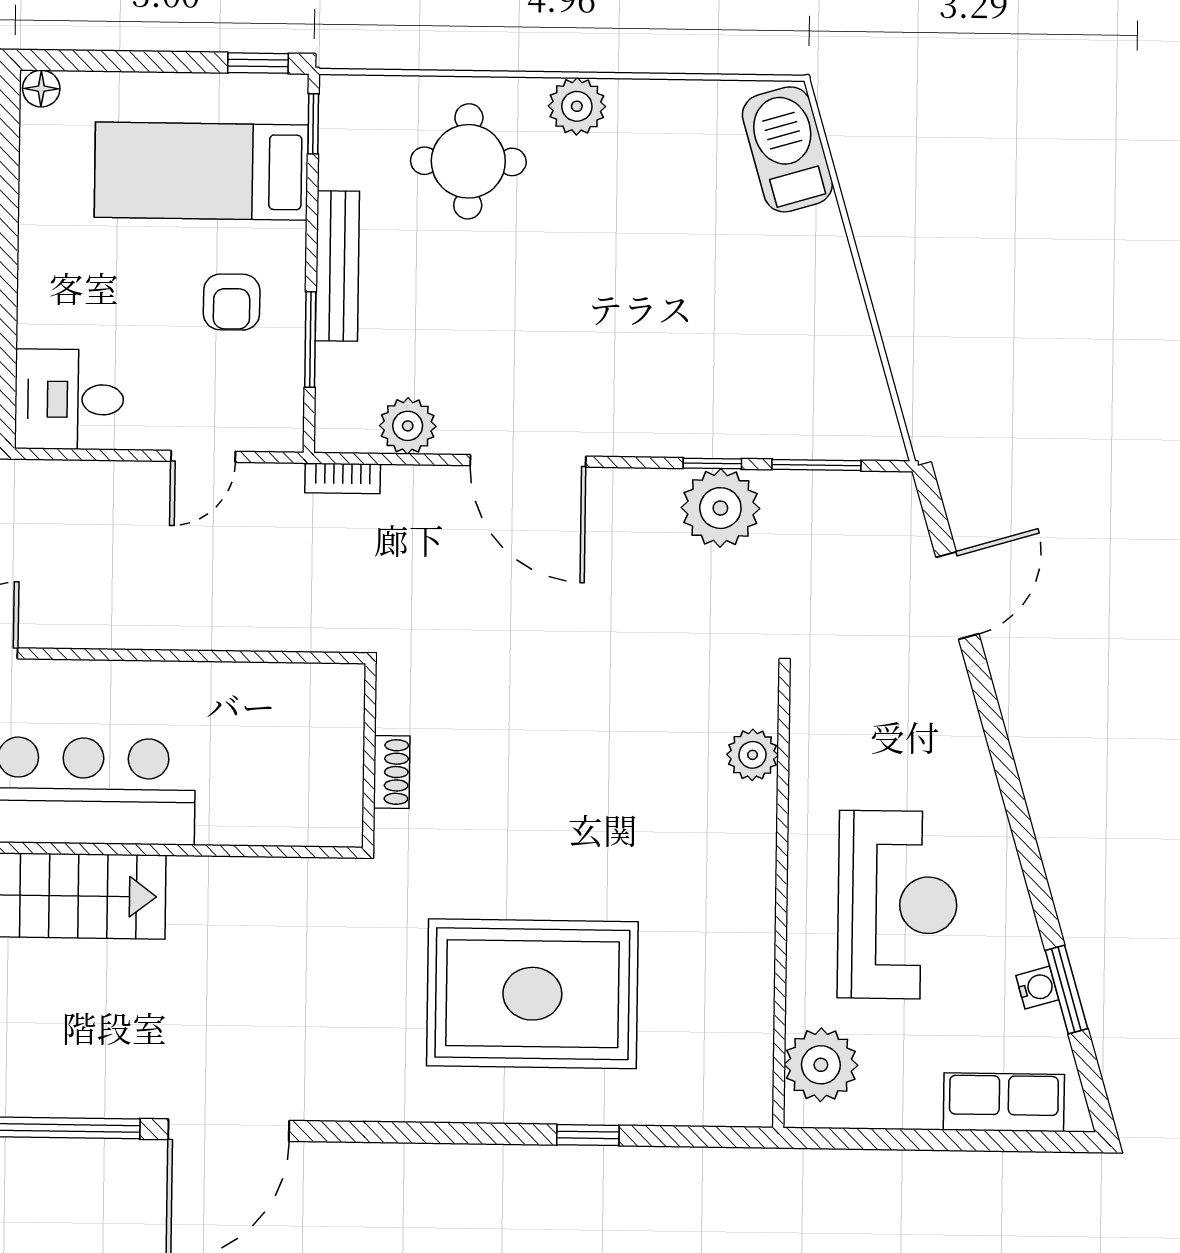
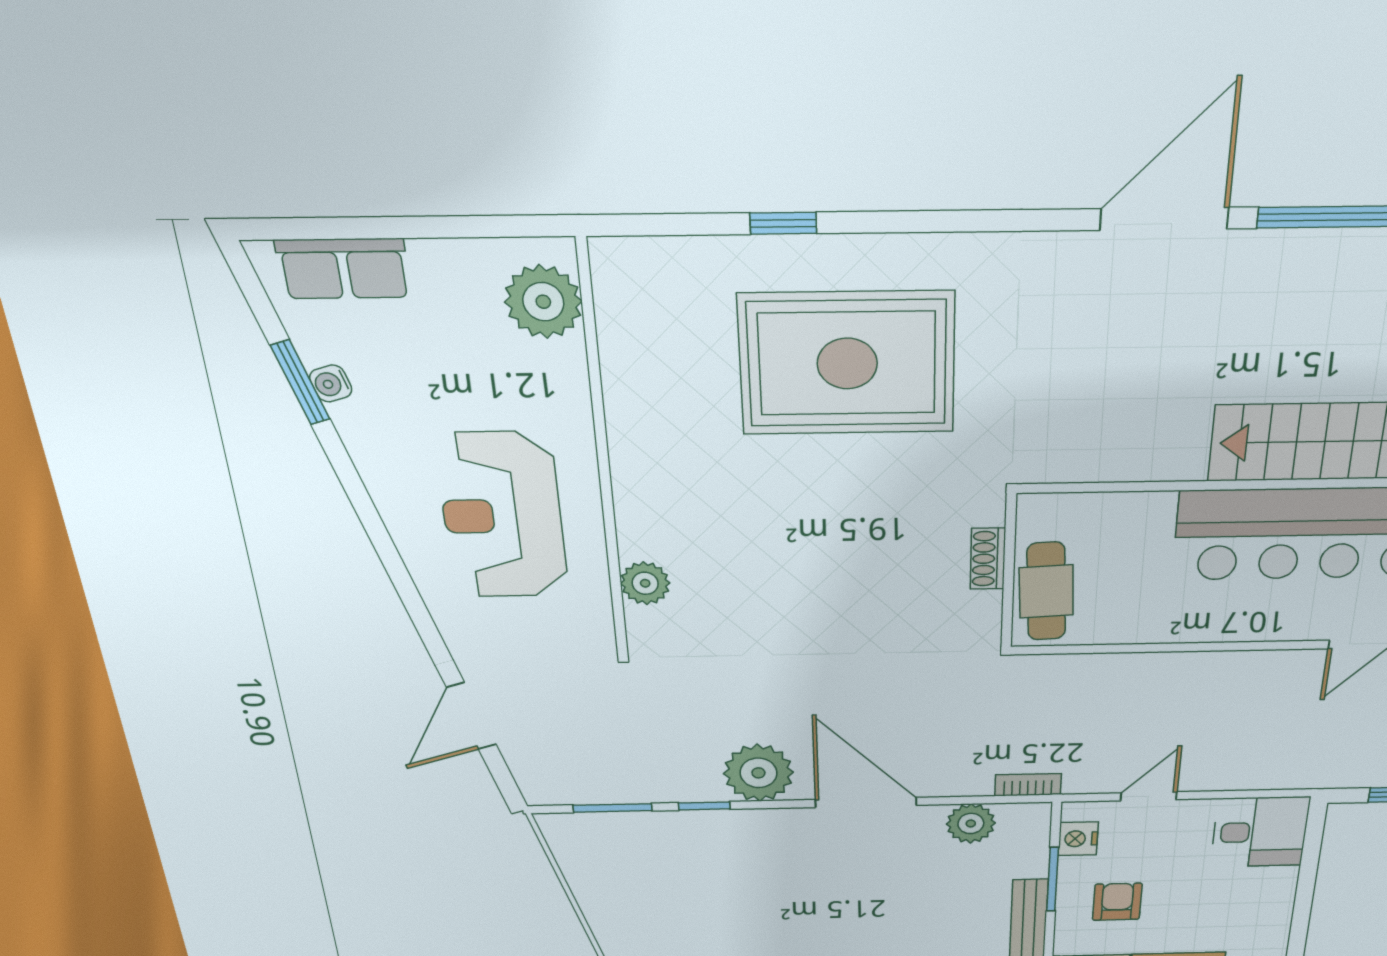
nightstand: (282, 399) -> (1078, 839), added
plant: (720, 508) -> (758, 773), moved
cafe table: (329, 730) -> (1046, 591), added
reception desk: (897, 905) -> (502, 516), moved

